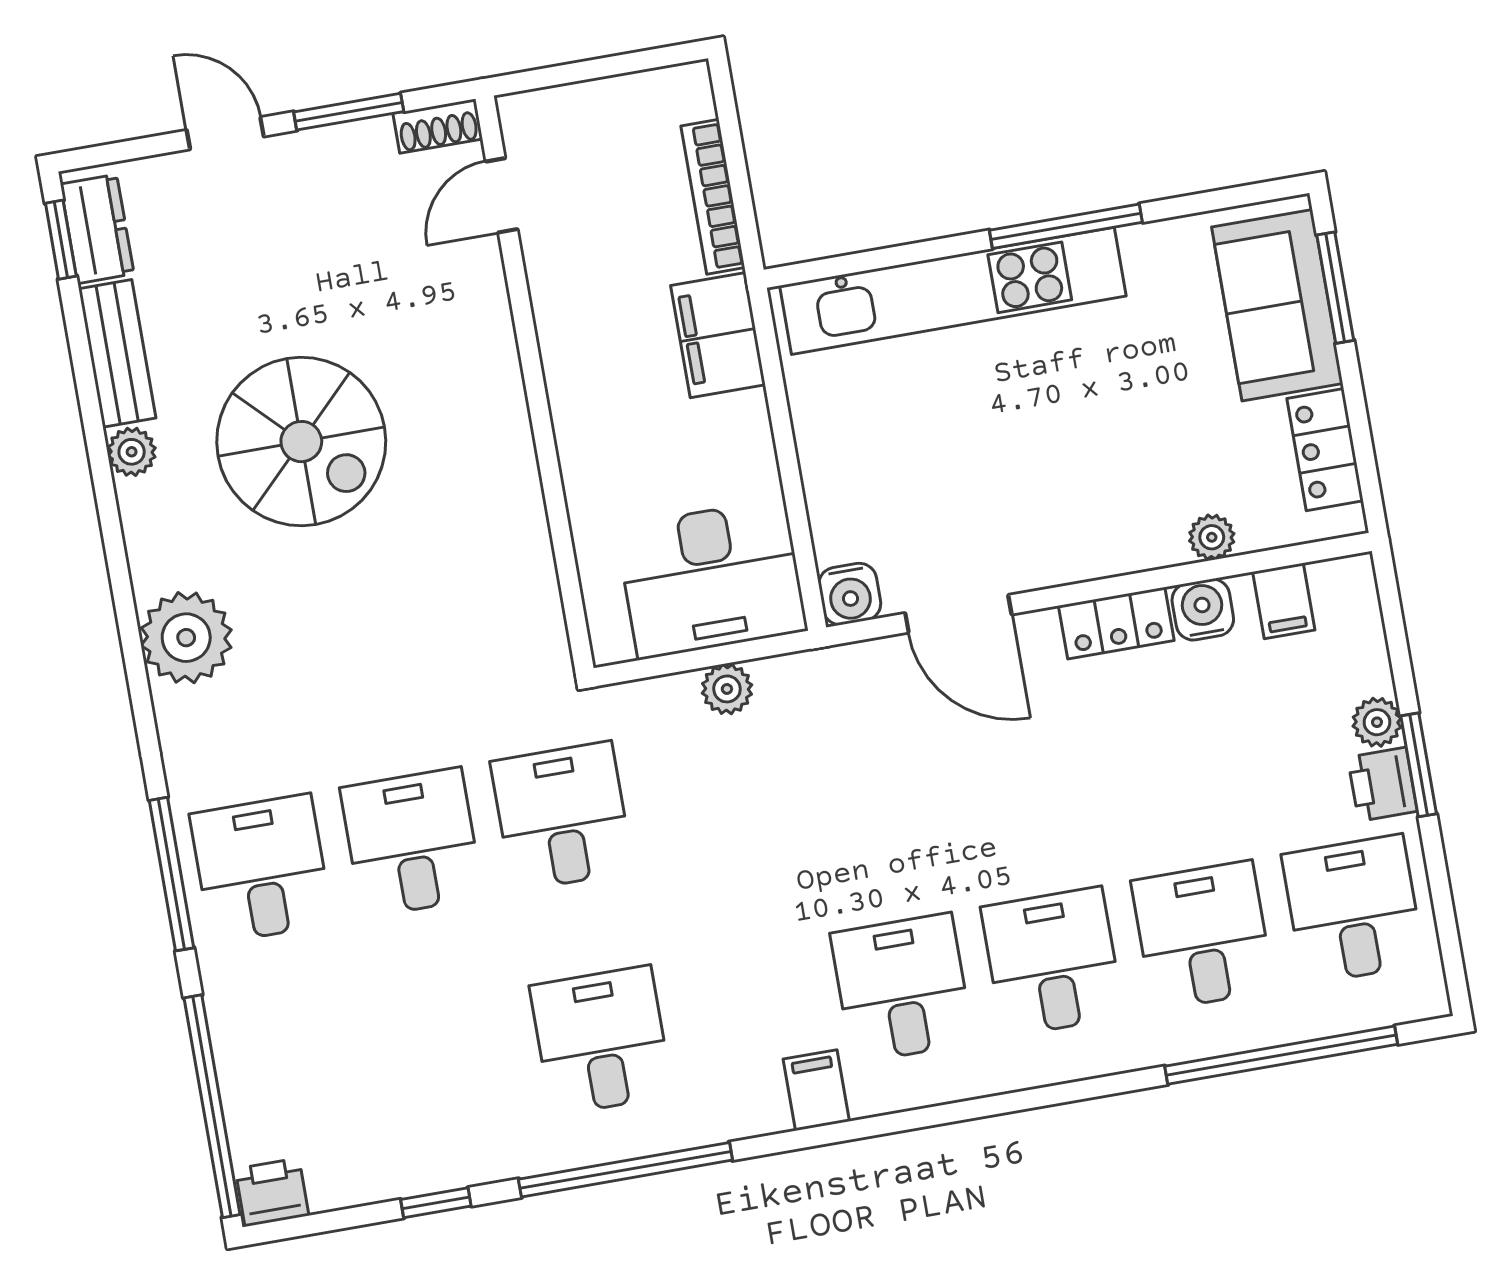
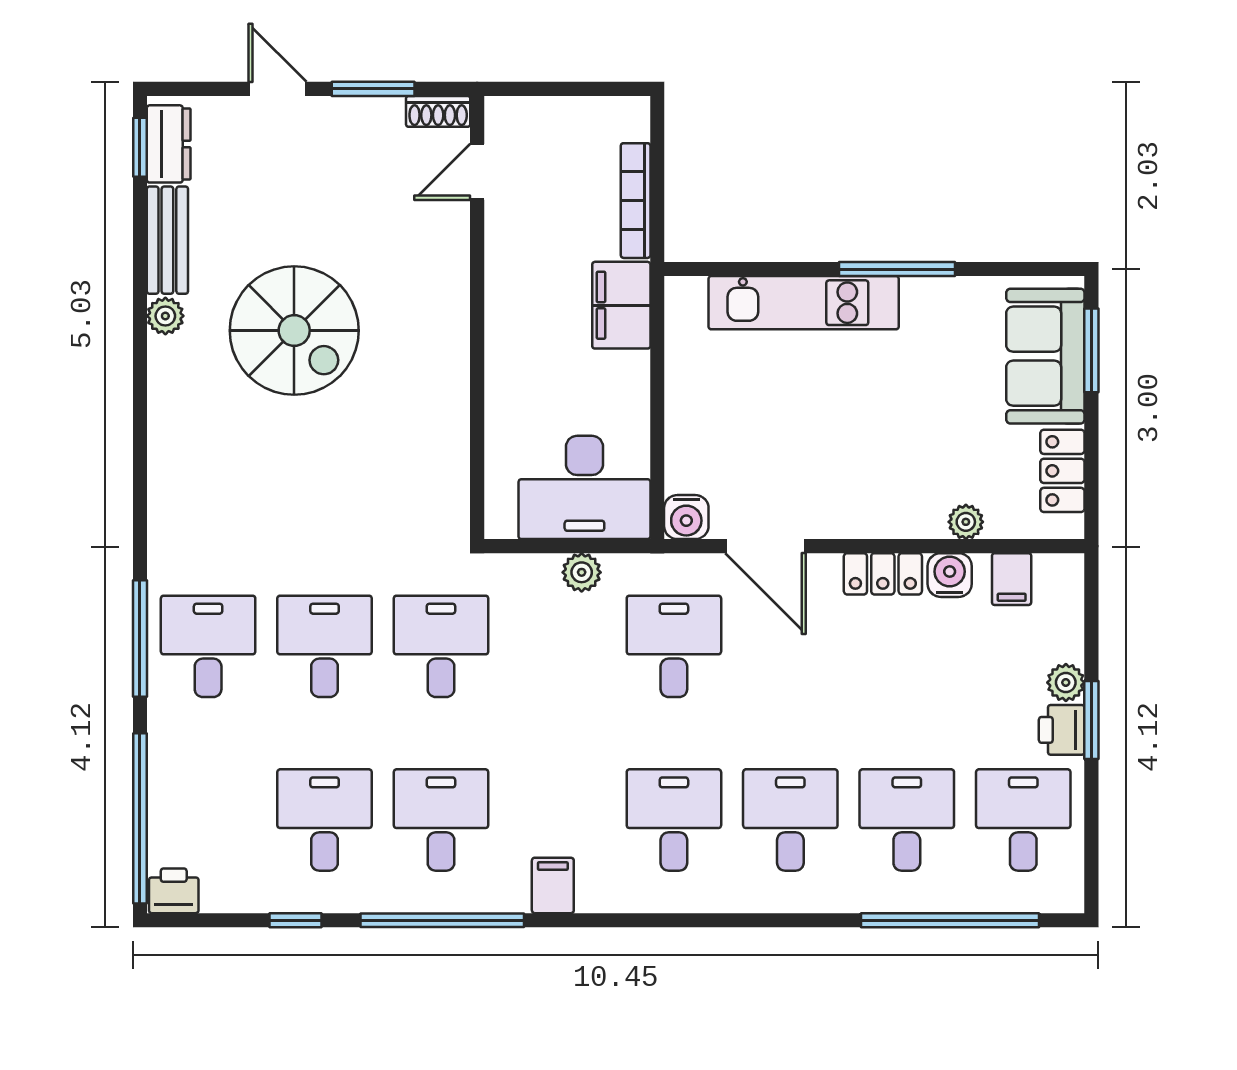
kitchen unit: (953, 291) -> (804, 303), width x0.73
plant: (186, 638) -> (182, 463), removed
desk: (863, 764) -> (674, 646), added
desk: (451, 1067) -> (325, 820), added
filing cabinet: (816, 1090) -> (553, 885), moved

